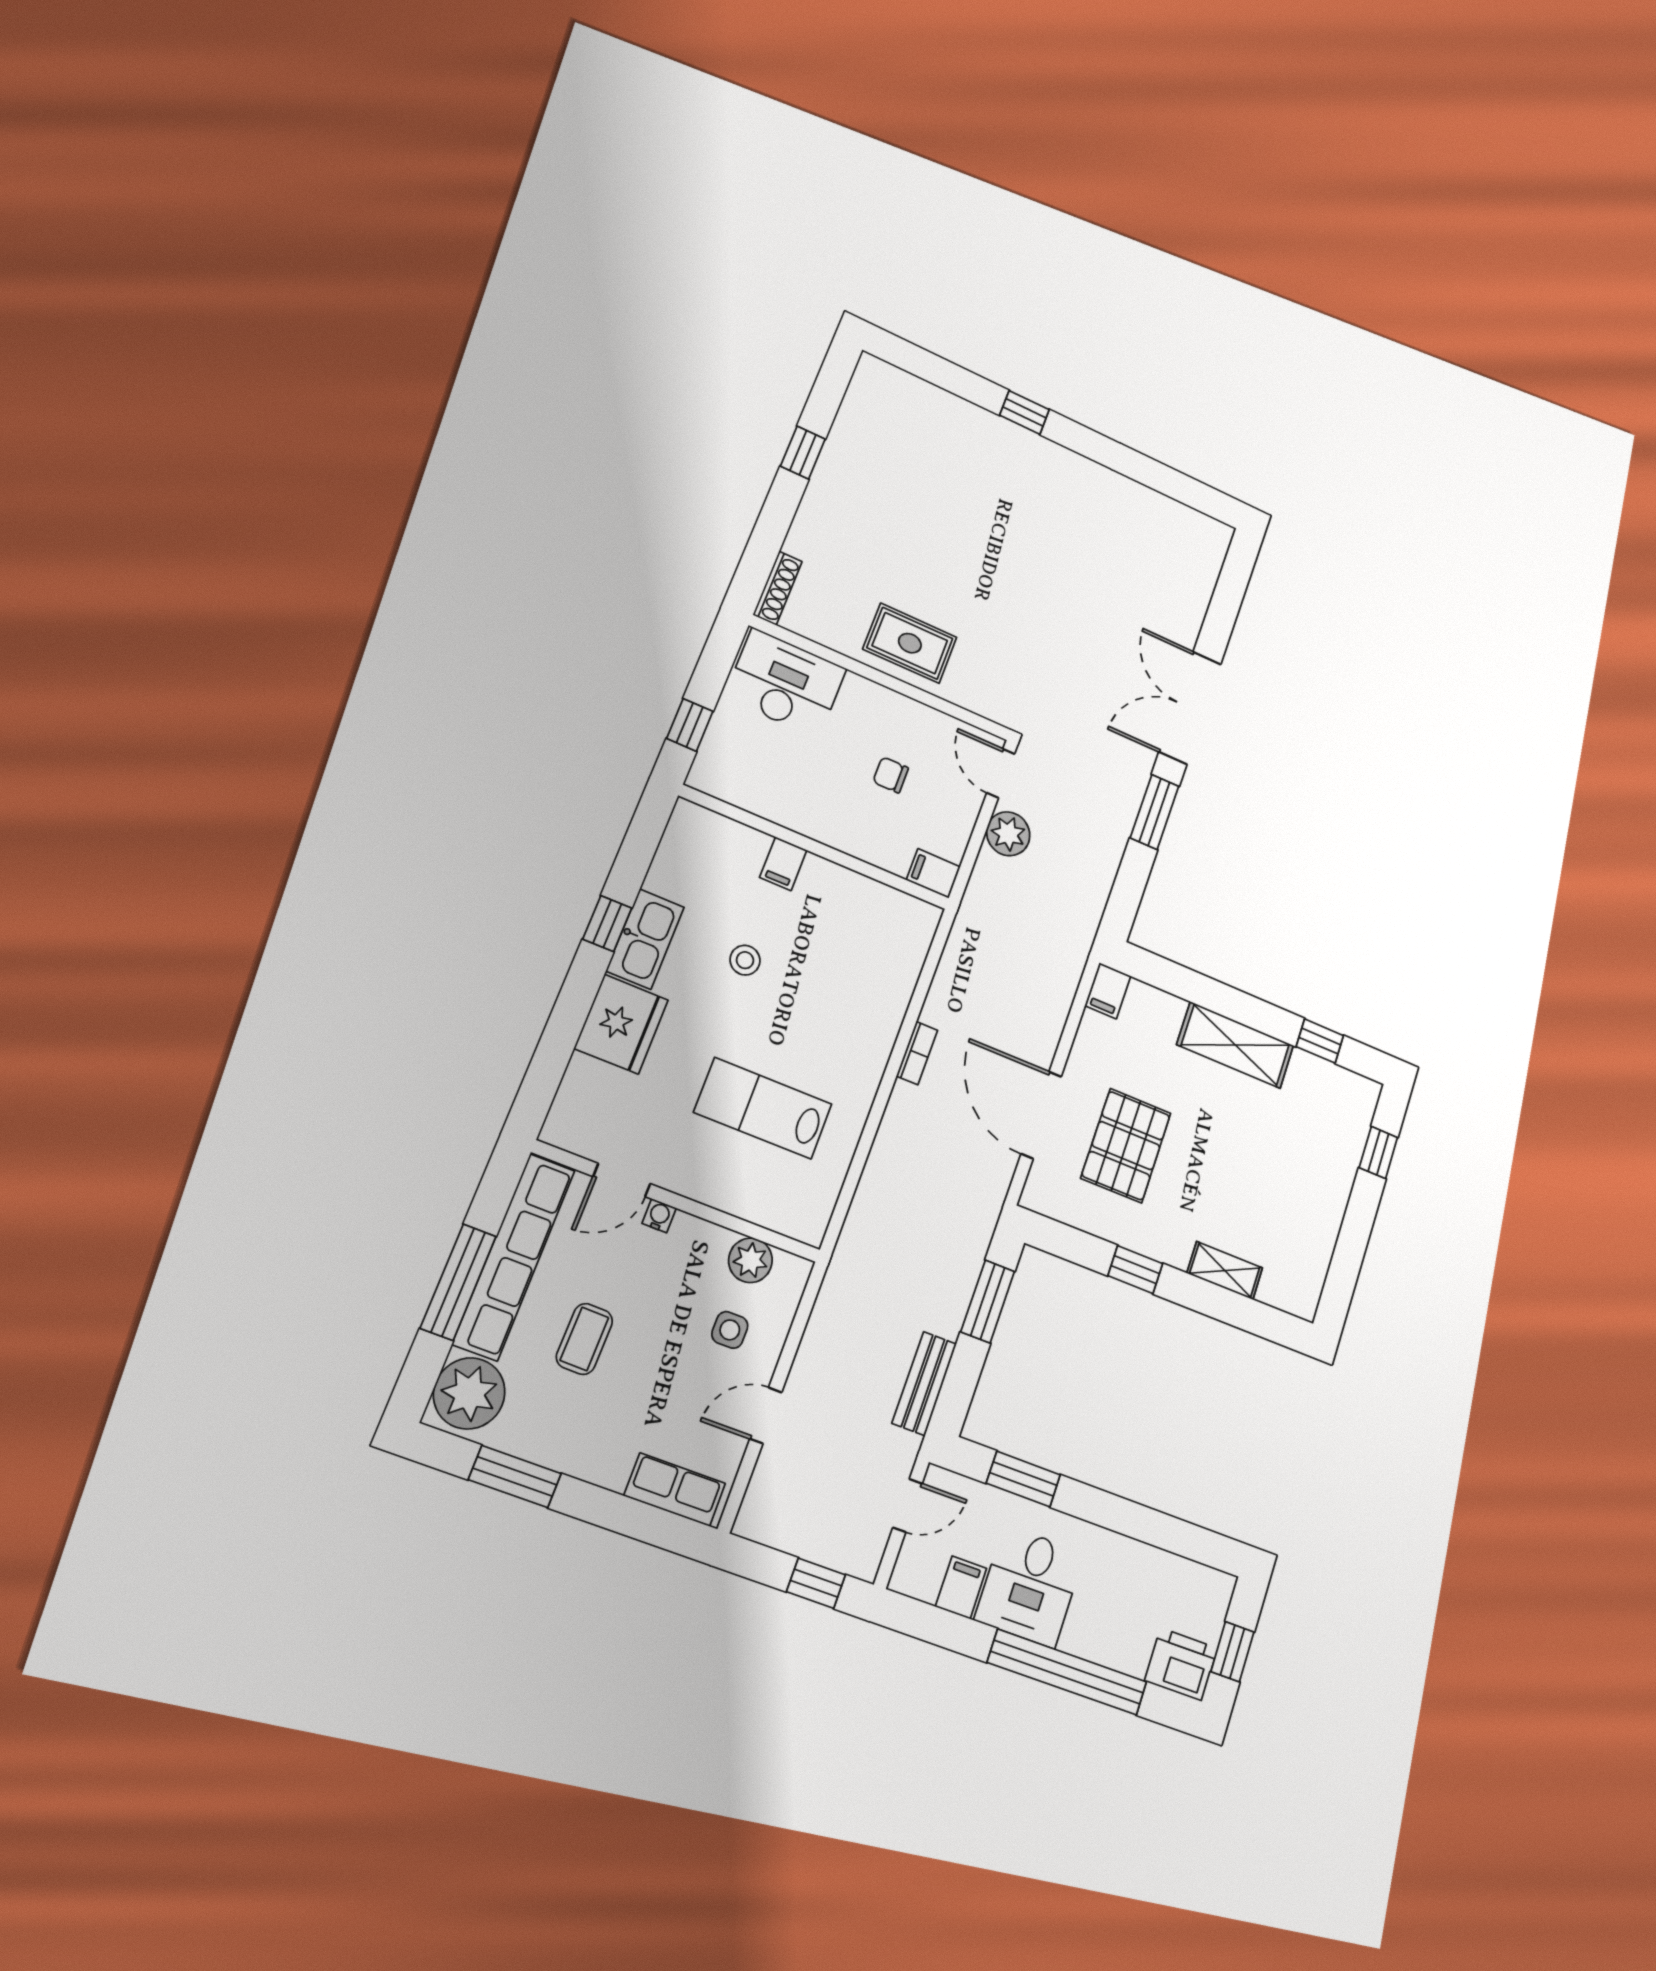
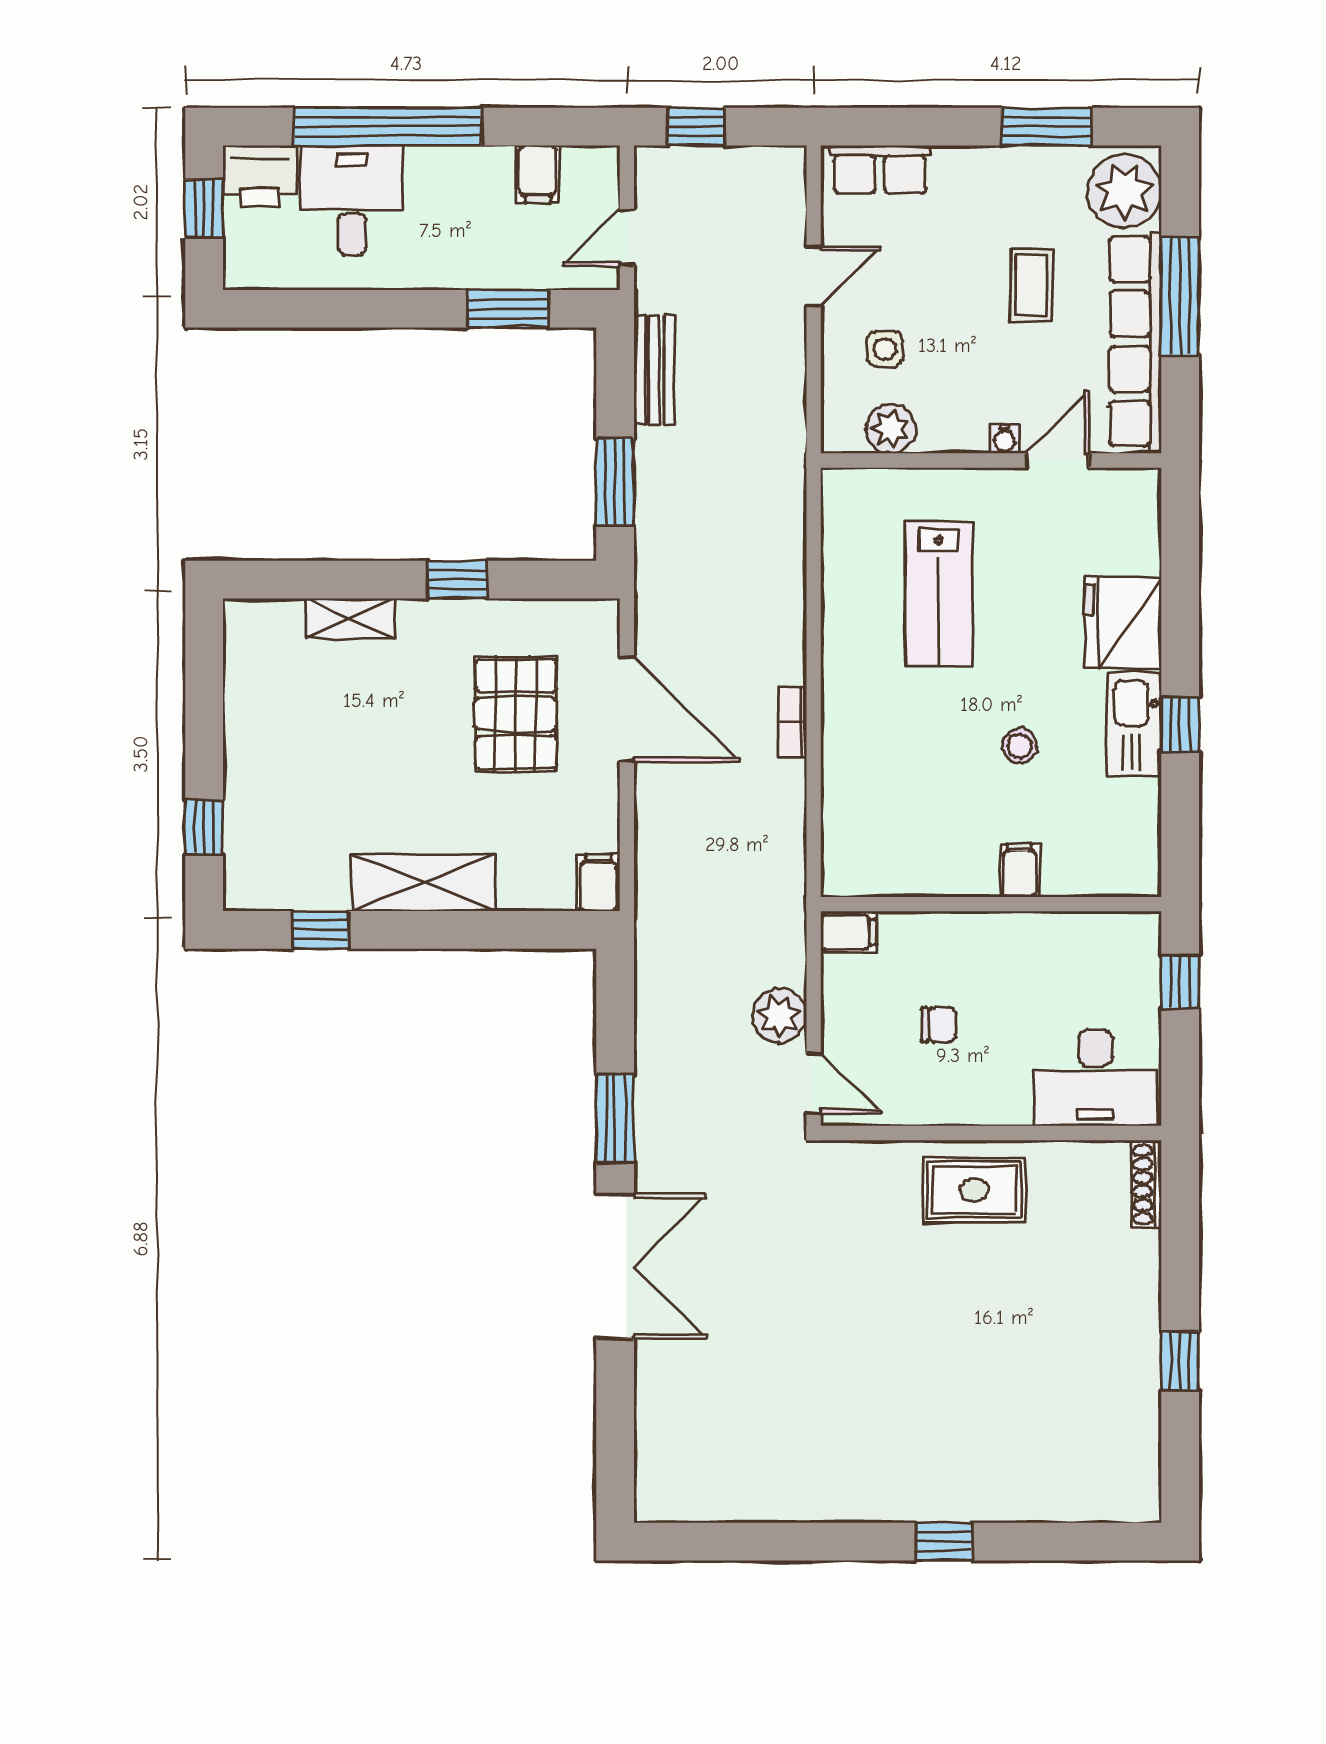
lab bench: (763, 1108) -> (939, 594), turned 90
desk: (1030, 1586) -> (352, 200), moved

